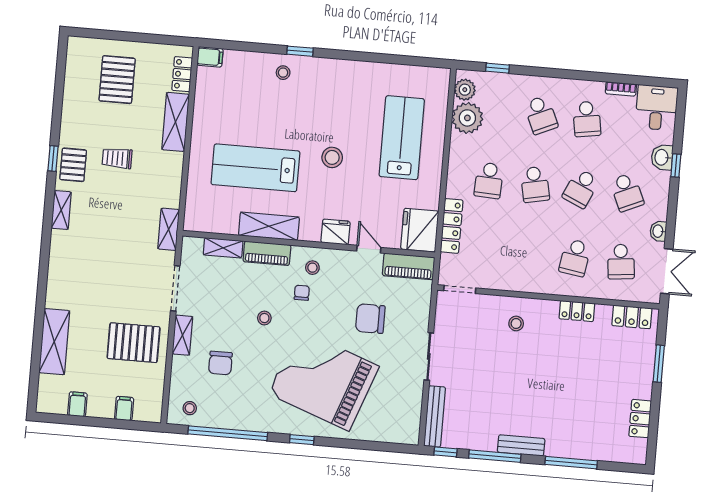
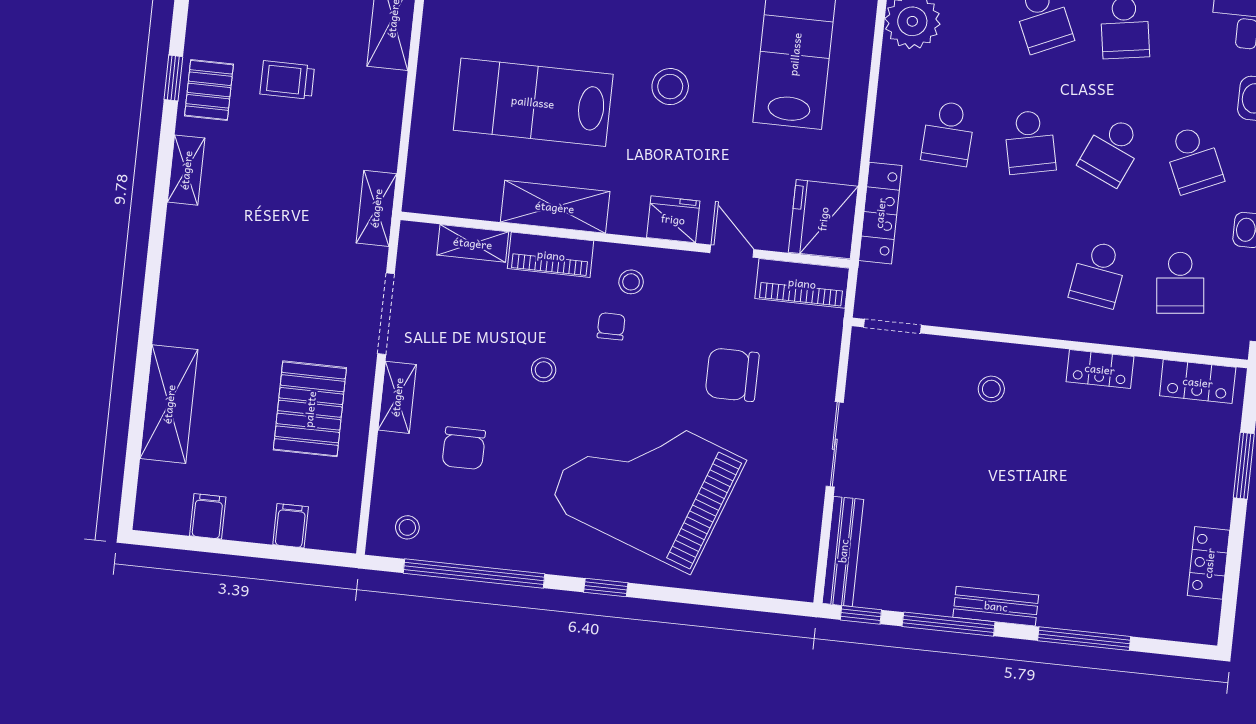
pallet: (134, 343) -> (310, 409), turned 90

